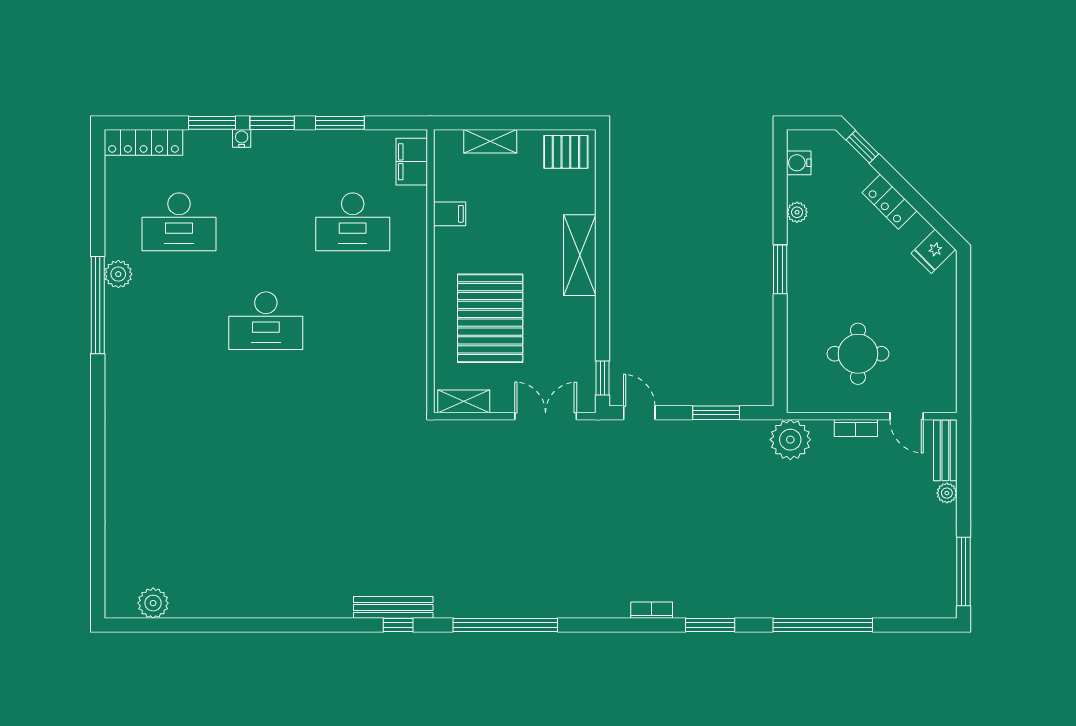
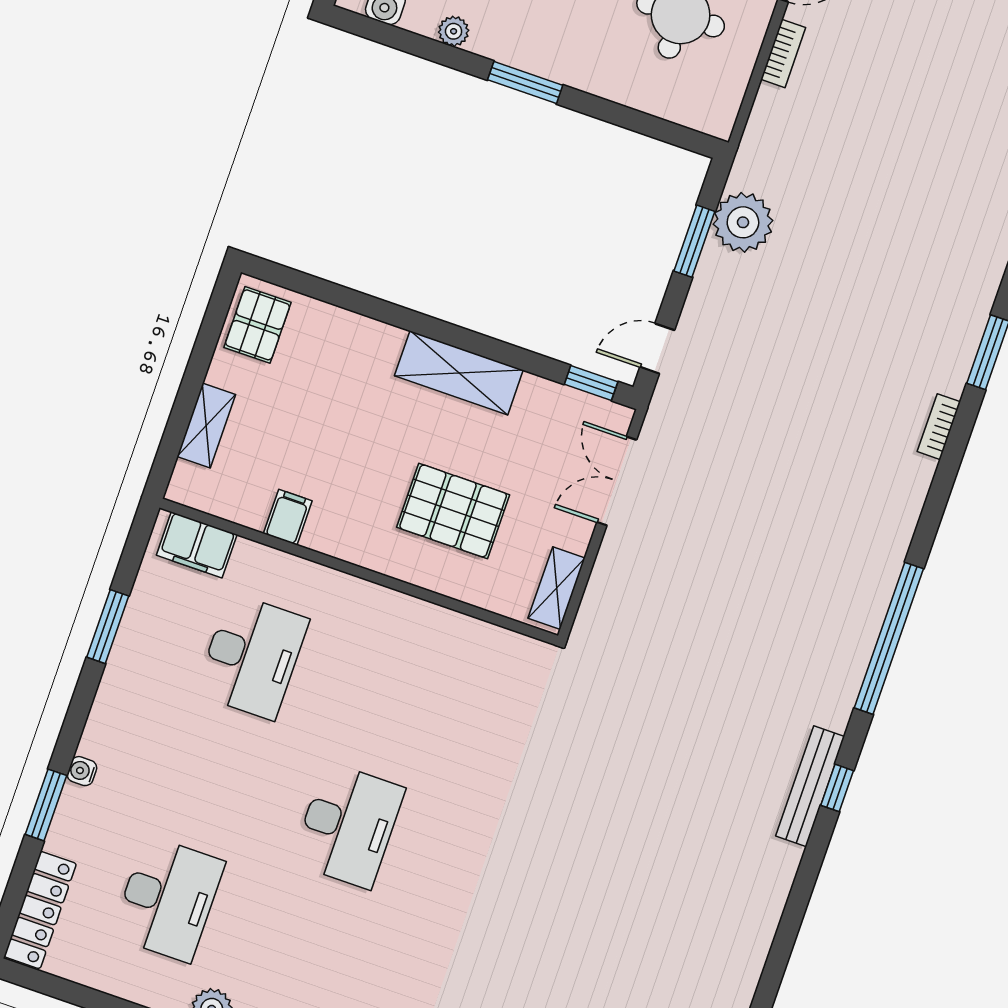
window: (272, 123) -> (75, 721), removed
shelving: (580, 255) -> (459, 373), moved
pallet: (490, 318) -> (453, 511), width x0.73, depth x0.71
plant: (790, 440) -> (743, 222), moved

